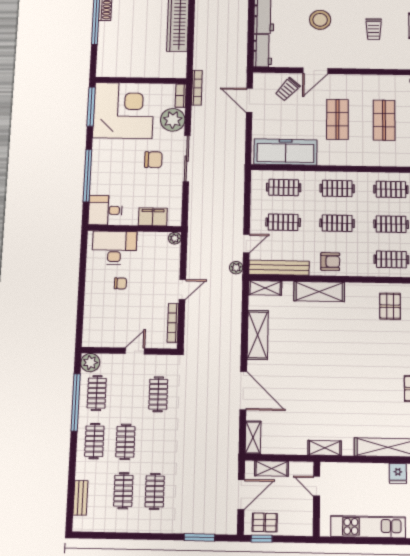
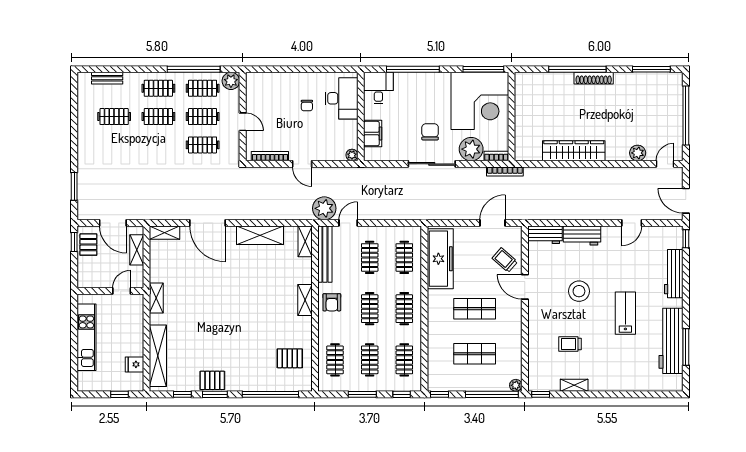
chair: (153, 160) -> (430, 132), turned 180
door: (246, 243) -> (348, 223), swing flipped
plant: (236, 268) -> (324, 208), width x1.88, depth x1.88
shelving: (319, 292) -> (305, 300), width x0.67, depth x0.75
door: (243, 391) -> (208, 223), hinge flipped
clothes rail: (155, 491) -> (203, 117), moved

